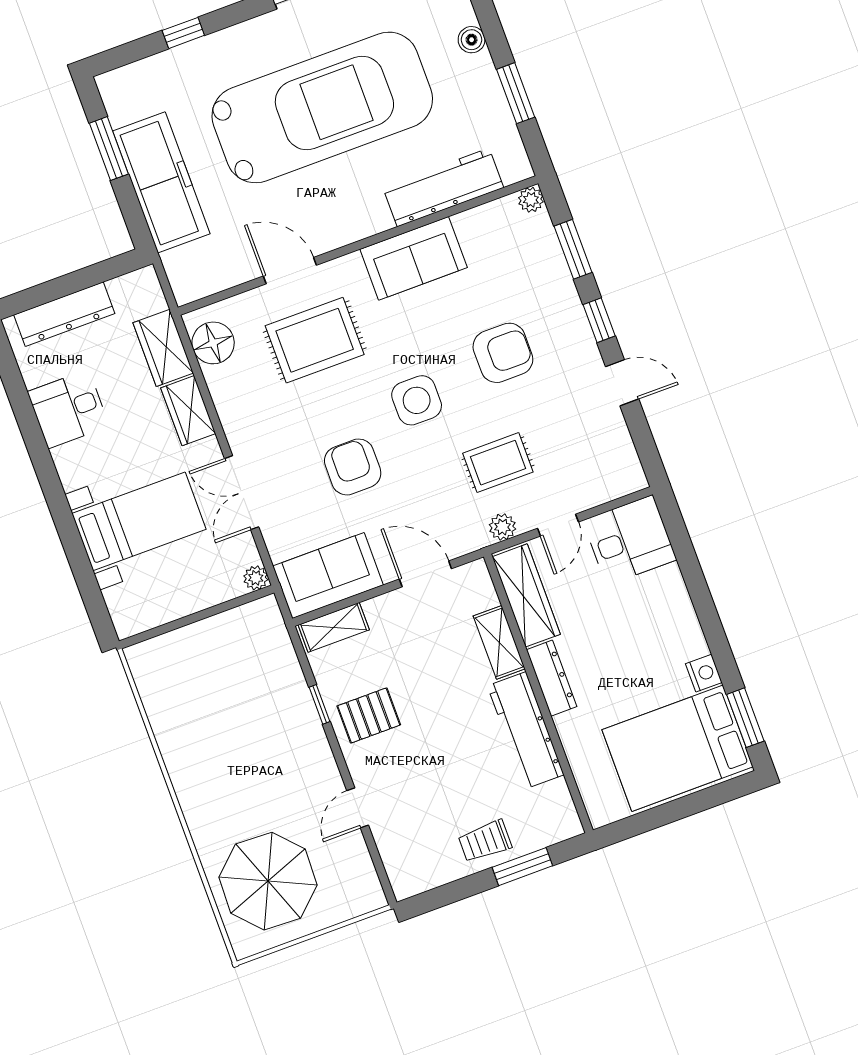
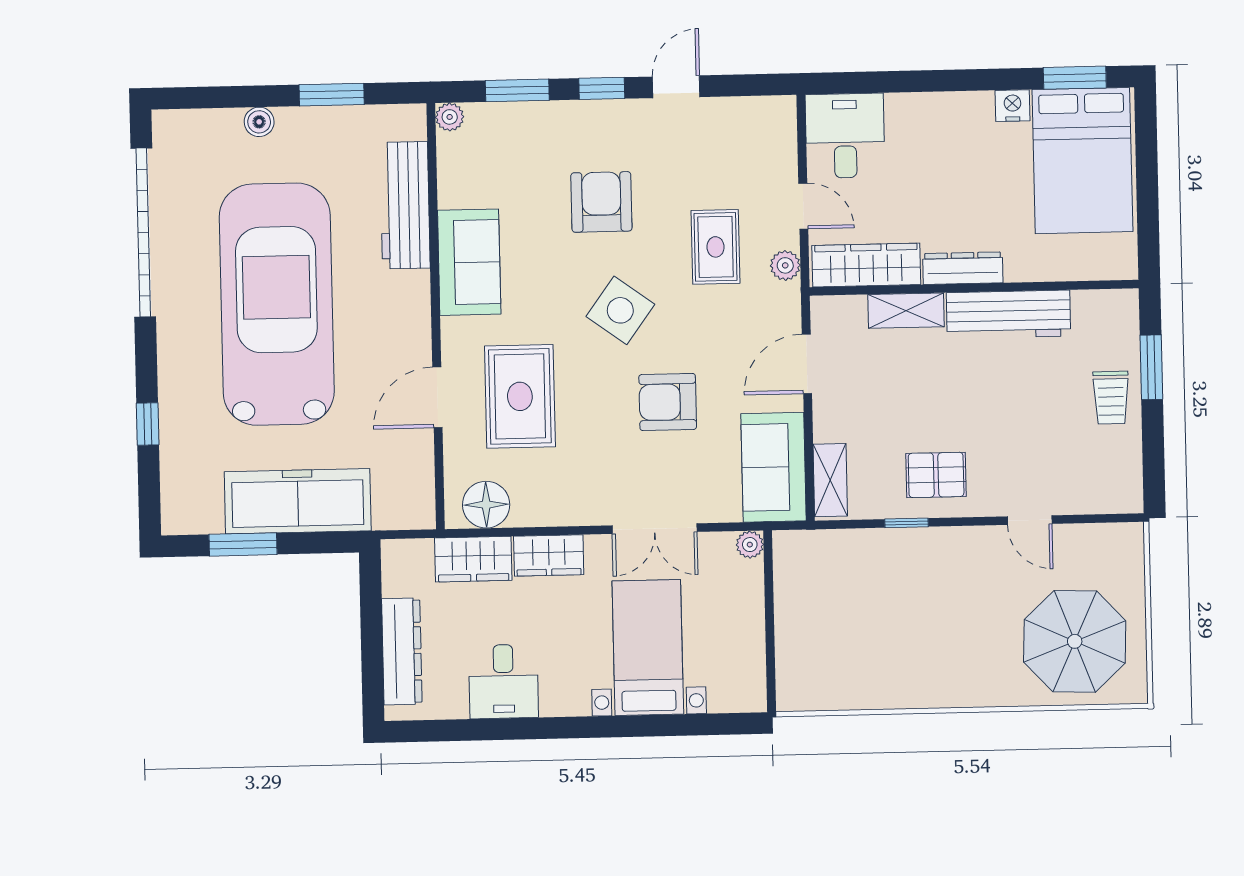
side table: (417, 400) -> (620, 310), turned 36
pallet: (369, 715) -> (936, 475), turned 90

